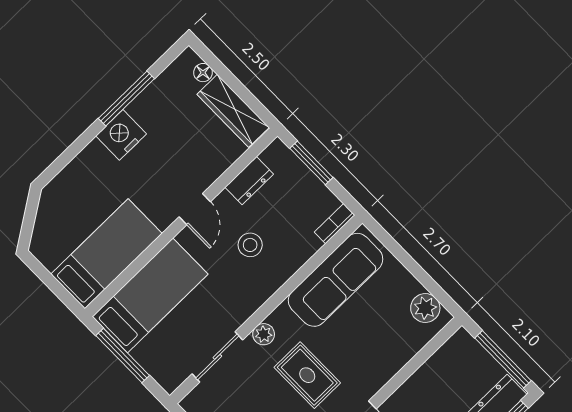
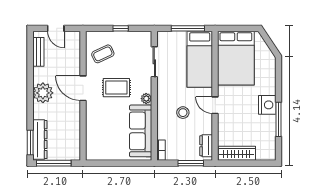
floor lamp: (203, 73) -> (261, 156), removed
dresser: (249, 181) -> (206, 146), moved
bed: (106, 254) -> (236, 58), width x1.50
plant: (425, 308) -> (99, 153), removed
plant: (264, 334) -> (146, 99), moved

